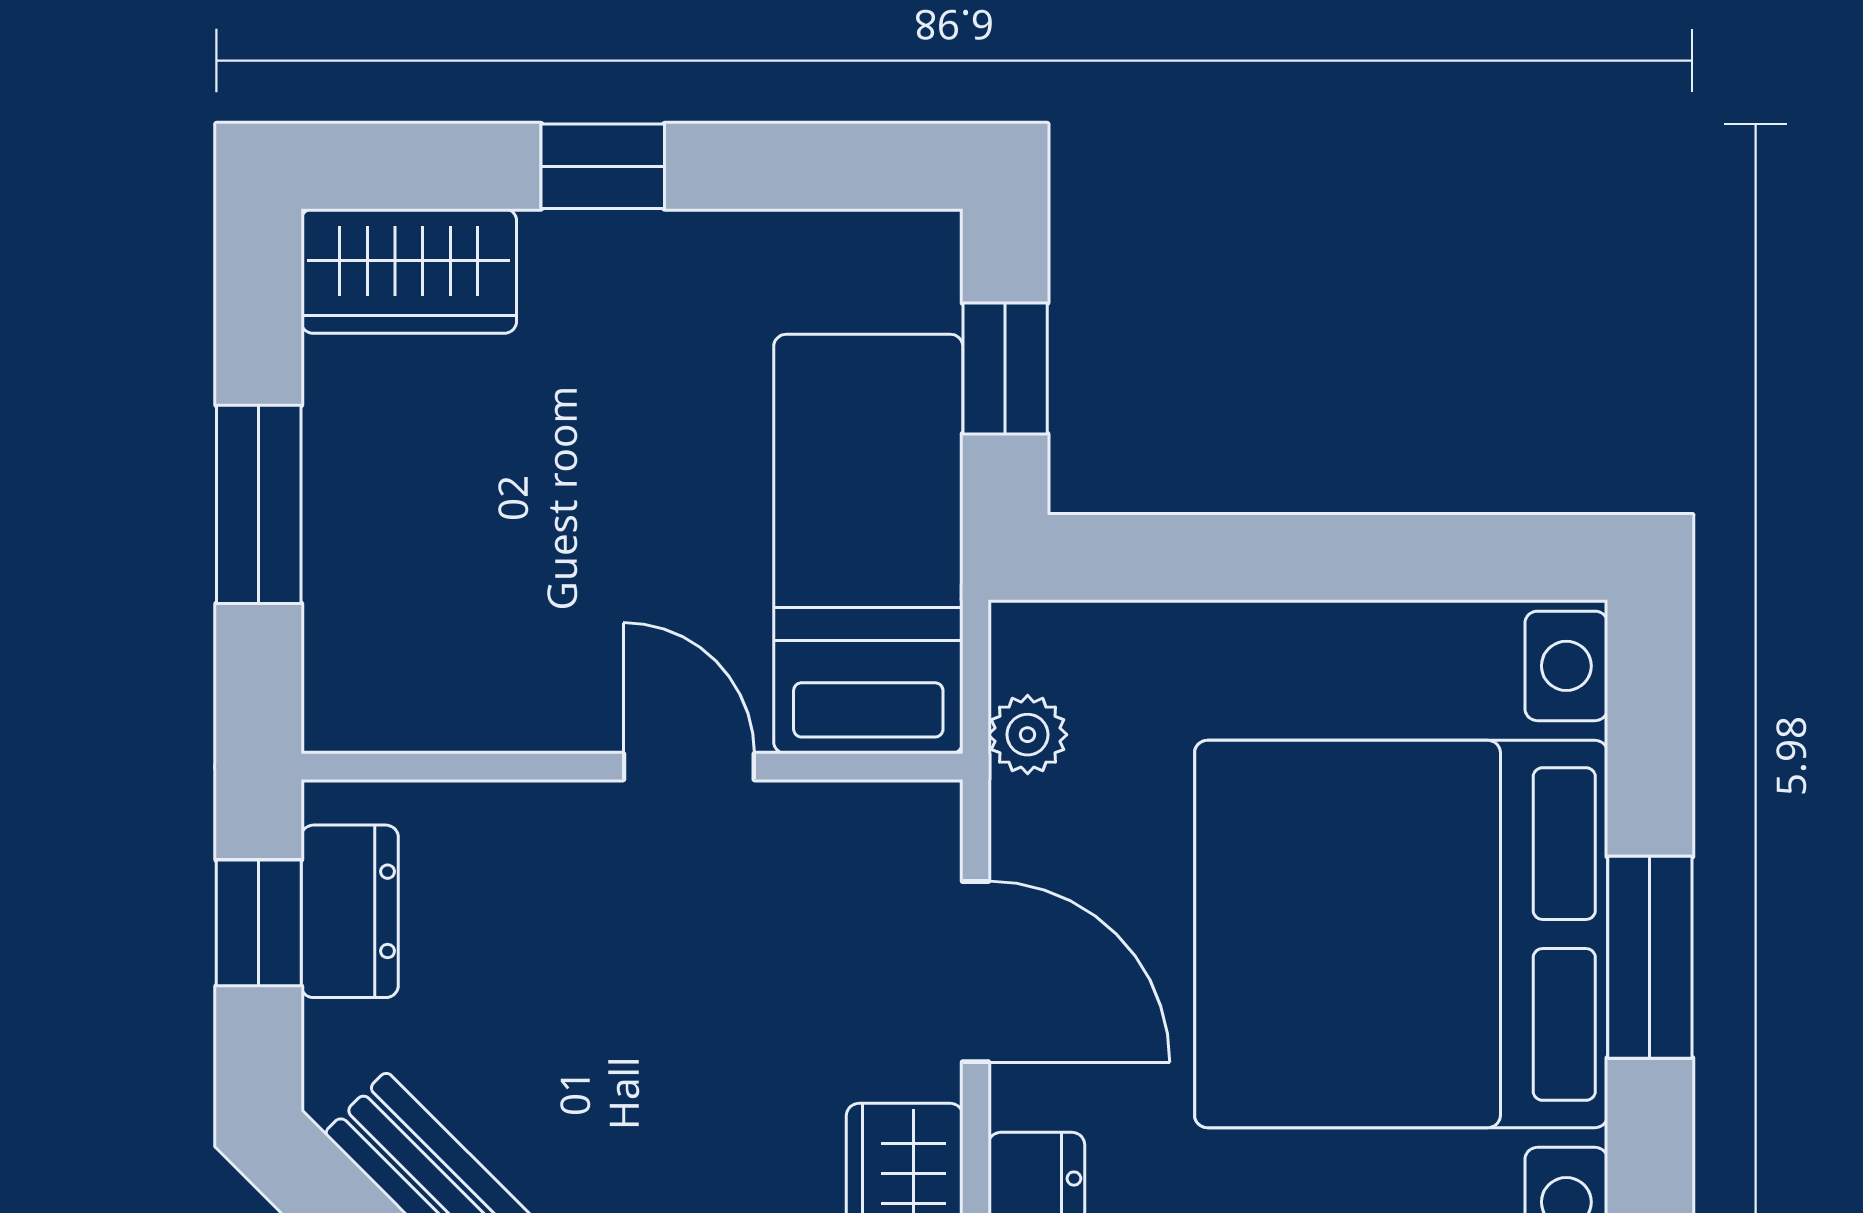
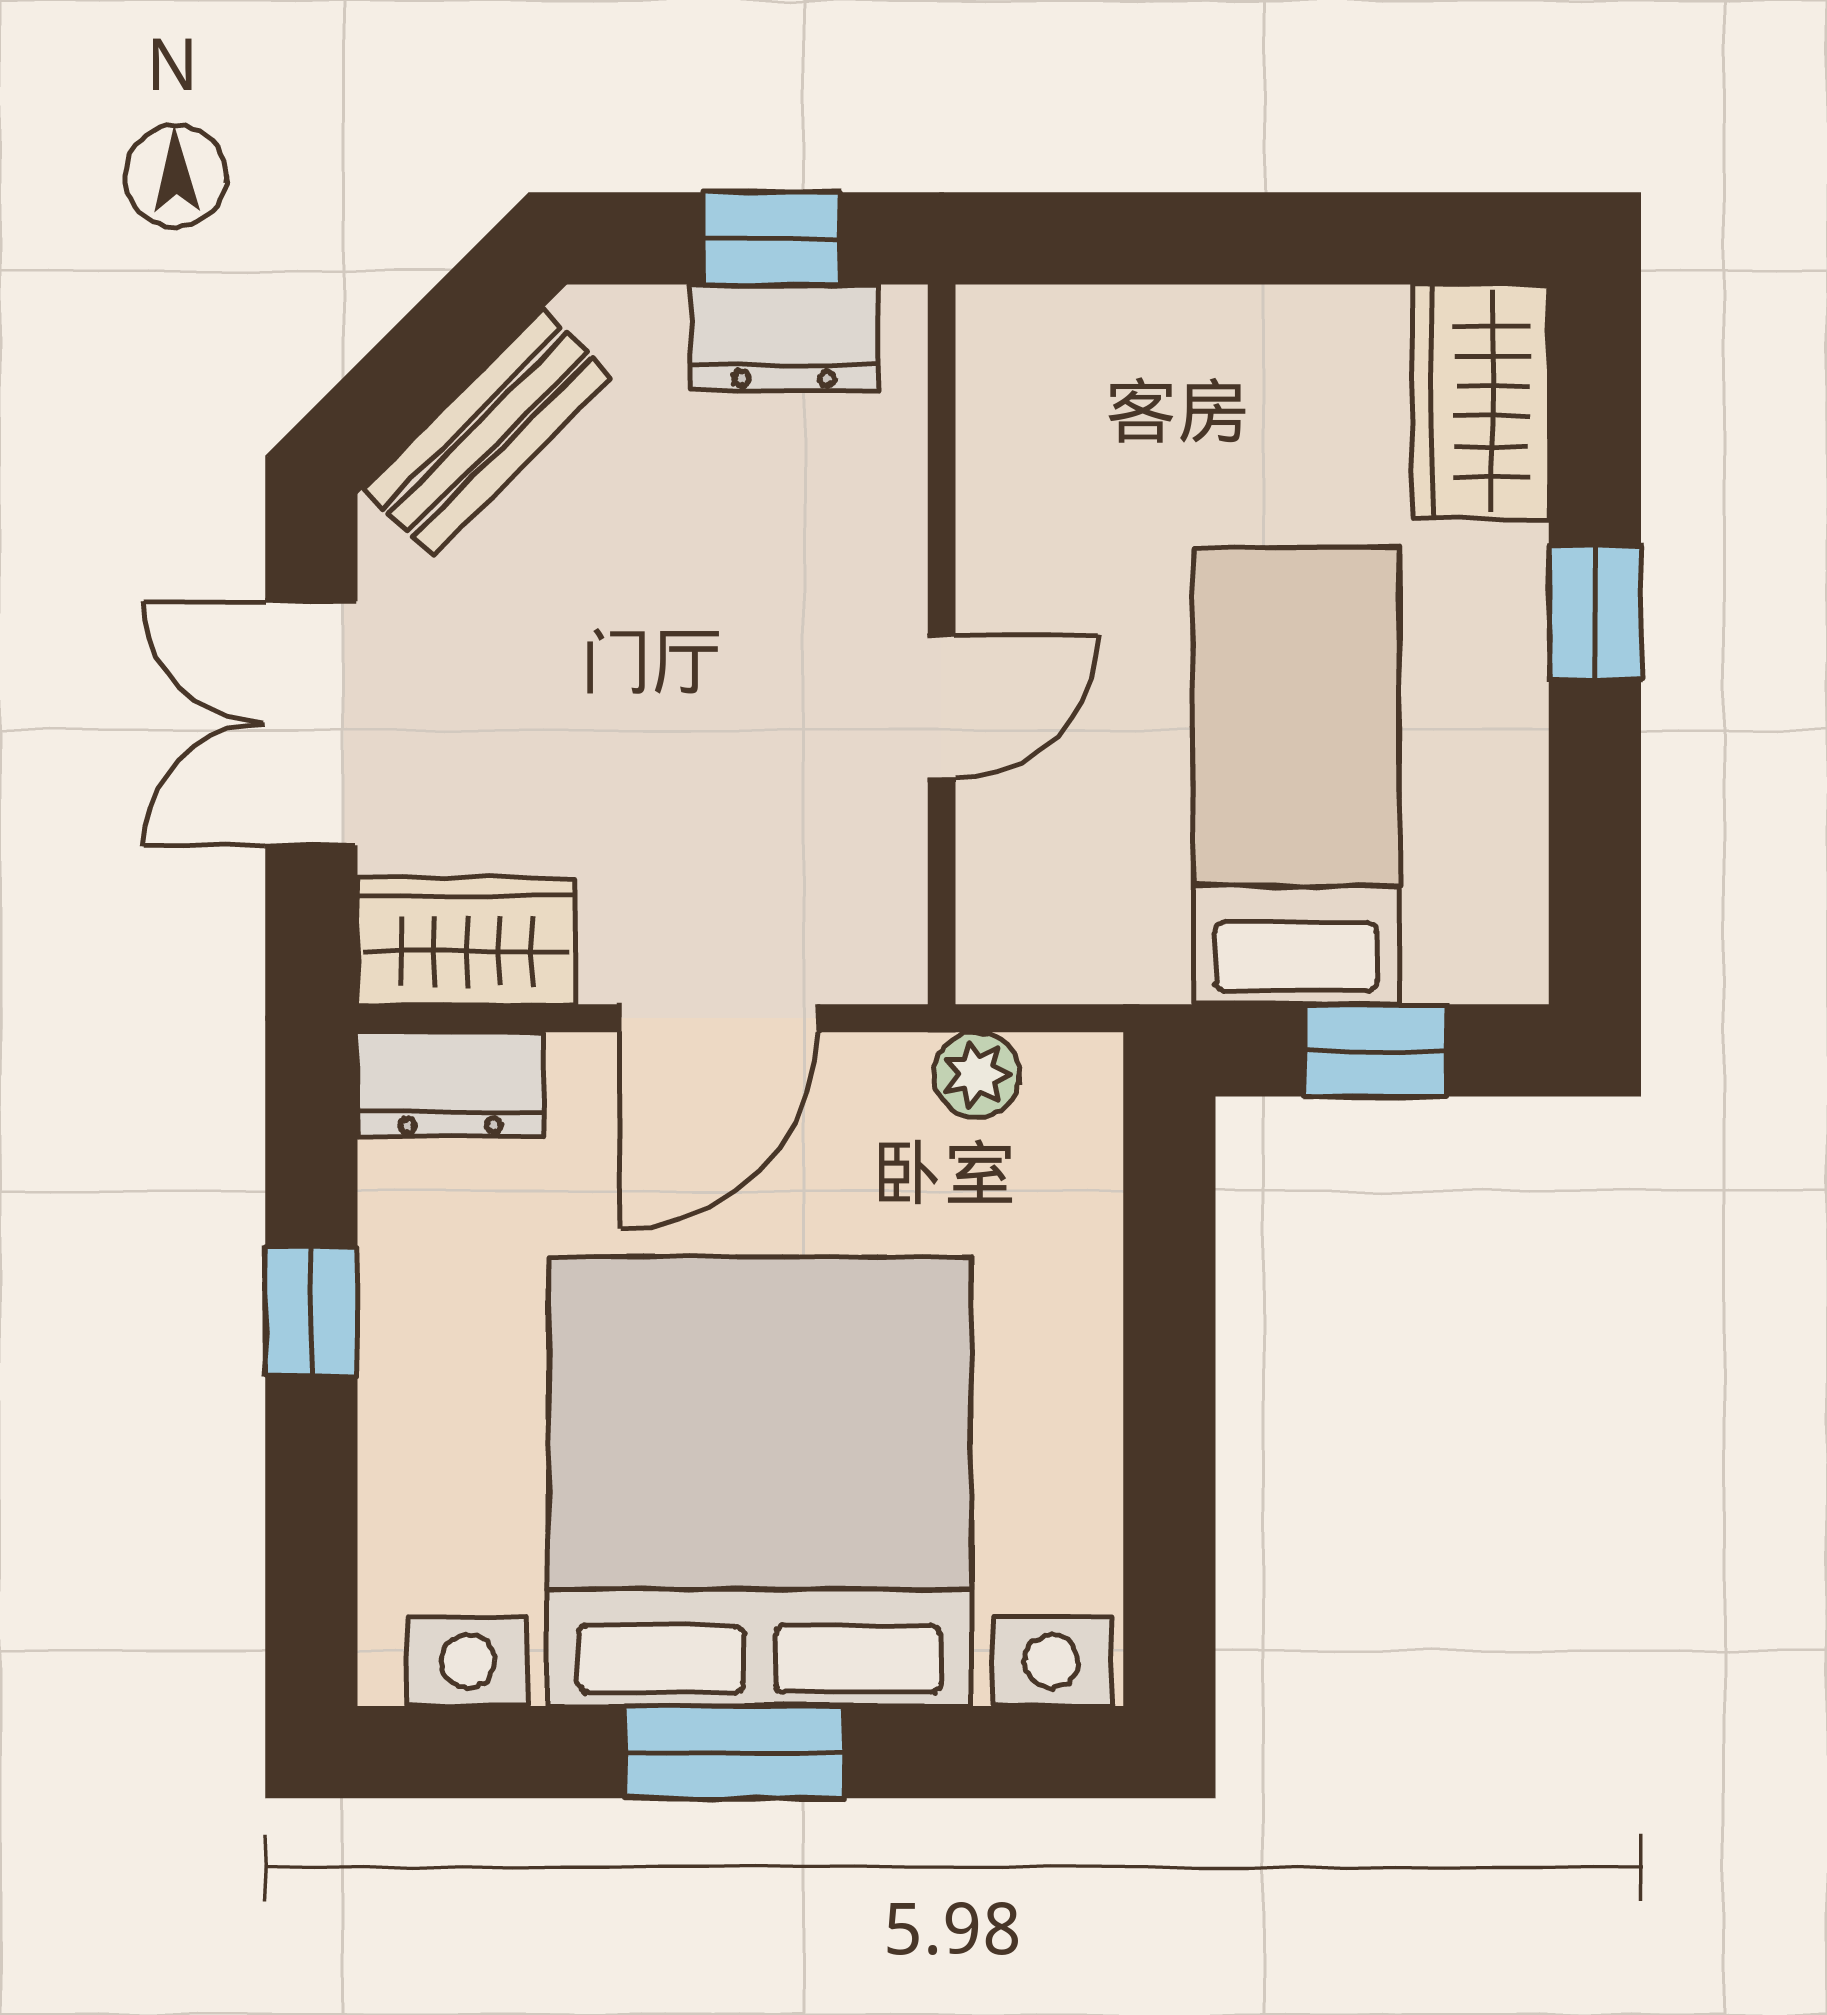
window: (259, 504) -> (1227, 238), removed
bed: (868, 544) -> (1296, 776), moved, turned -90

